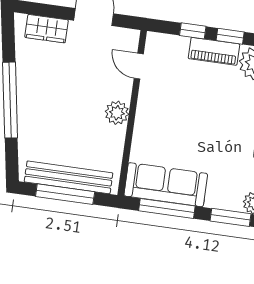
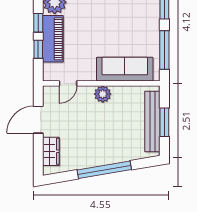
piano: (214, 51) -> (53, 39), width x1.37, depth x1.33
sofa: (166, 185) -> (125, 69), moved, turned 90
window: (65, 194) -> (164, 122), width x0.69

